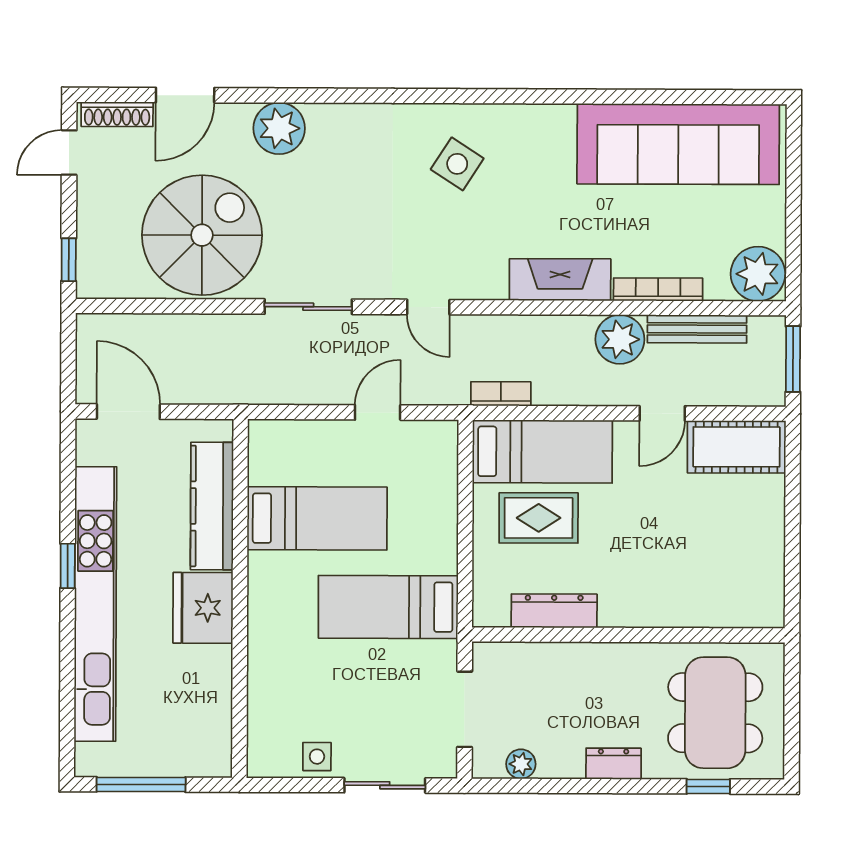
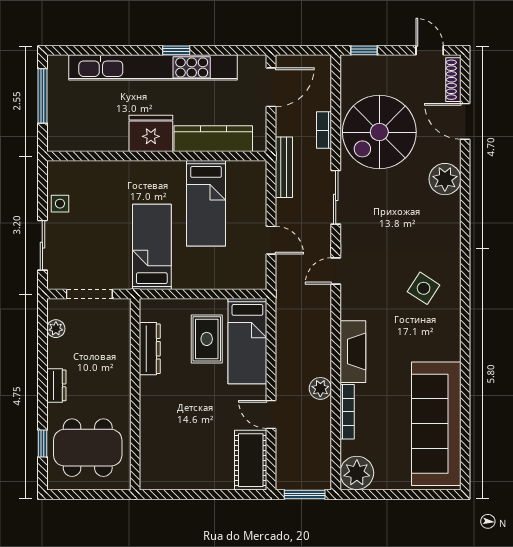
spiral stairs: (202, 235) -> (379, 132), turned 90
bench: (697, 329) -> (284, 167), moved
plant: (620, 339) -> (320, 388), width x0.73, depth x0.73
bookcase: (501, 394) -> (324, 130), moved, turned 180

